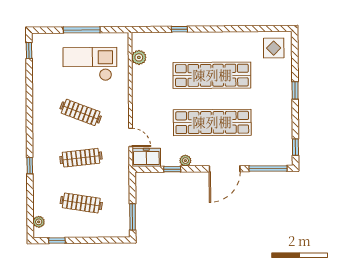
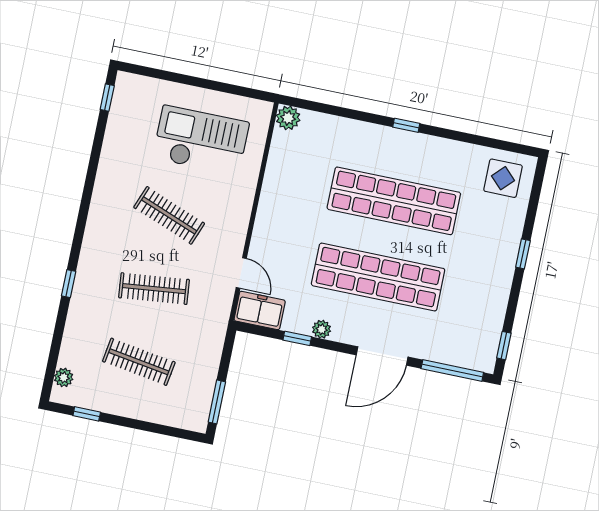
window: (179, 29) -> (406, 125), moved
window: (82, 30) -> (199, 82), removed
plant: (139, 57) -> (288, 118), moved

